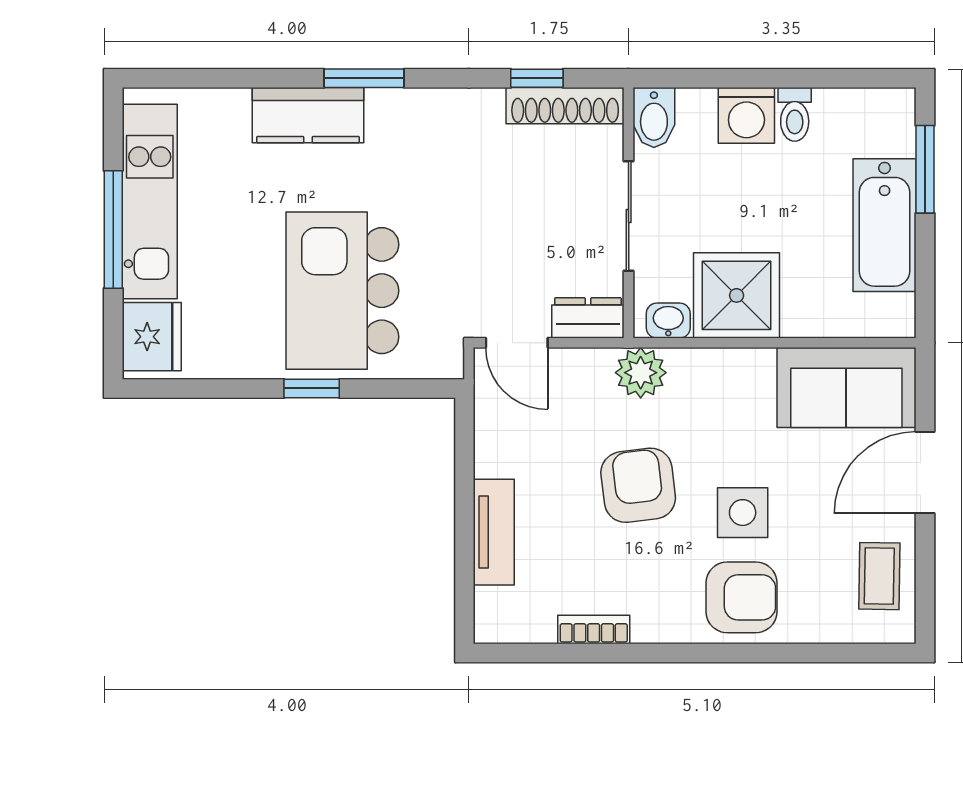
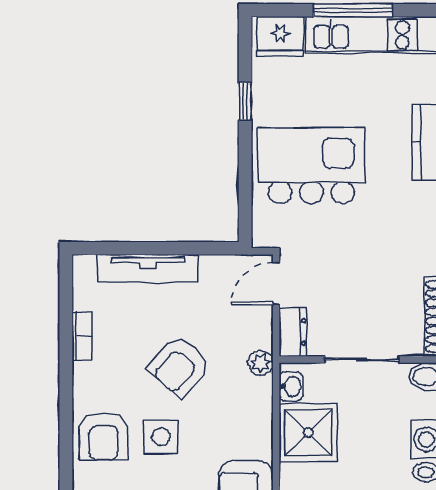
plant: (641, 373) -> (261, 363), width x0.73, depth x0.73
window: (312, 388) -> (245, 101), moved
armchair: (638, 485) -> (180, 366), turned 139
tv unit: (494, 532) -> (148, 268), width x1.41

